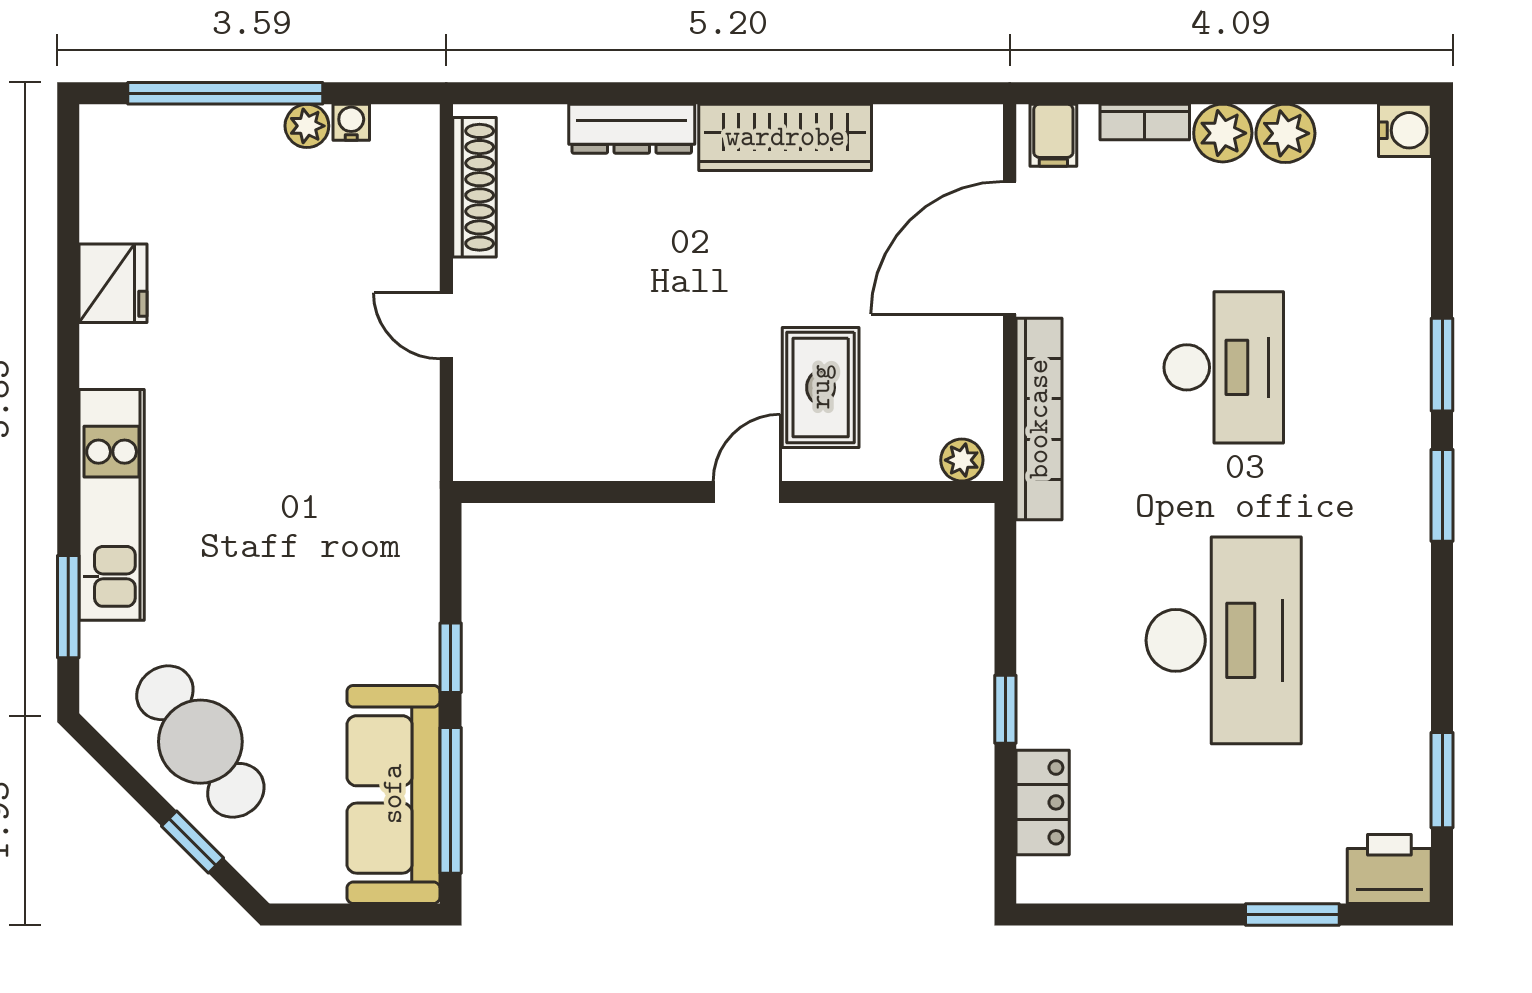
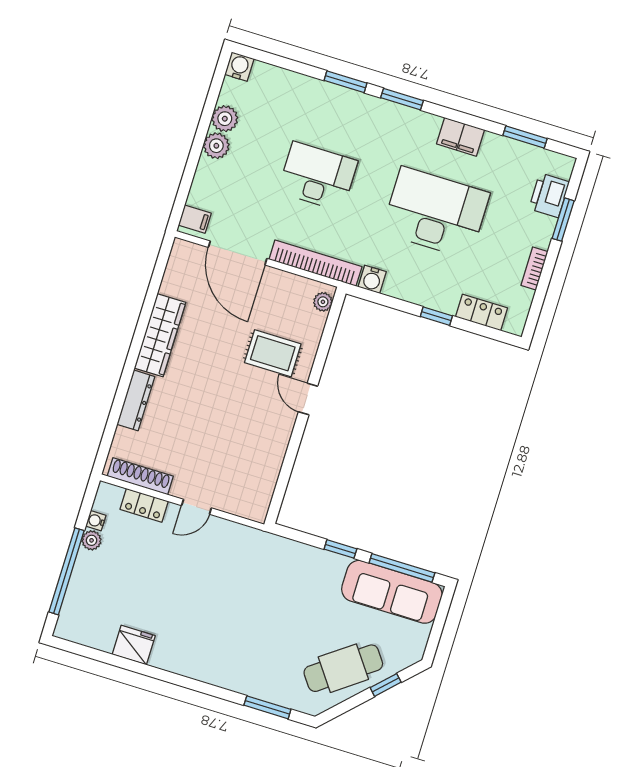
bookcase: (1145, 122) -> (534, 269), moved, turned 180
locker: (415, 214) -> (144, 505), added
kitchen unit: (112, 505) -> (229, 675), removed
water cooler: (1042, 550) -> (372, 279), added
filing cabinet: (1400, 644) -> (460, 137), added
printer: (1389, 869) -> (549, 195), moved

